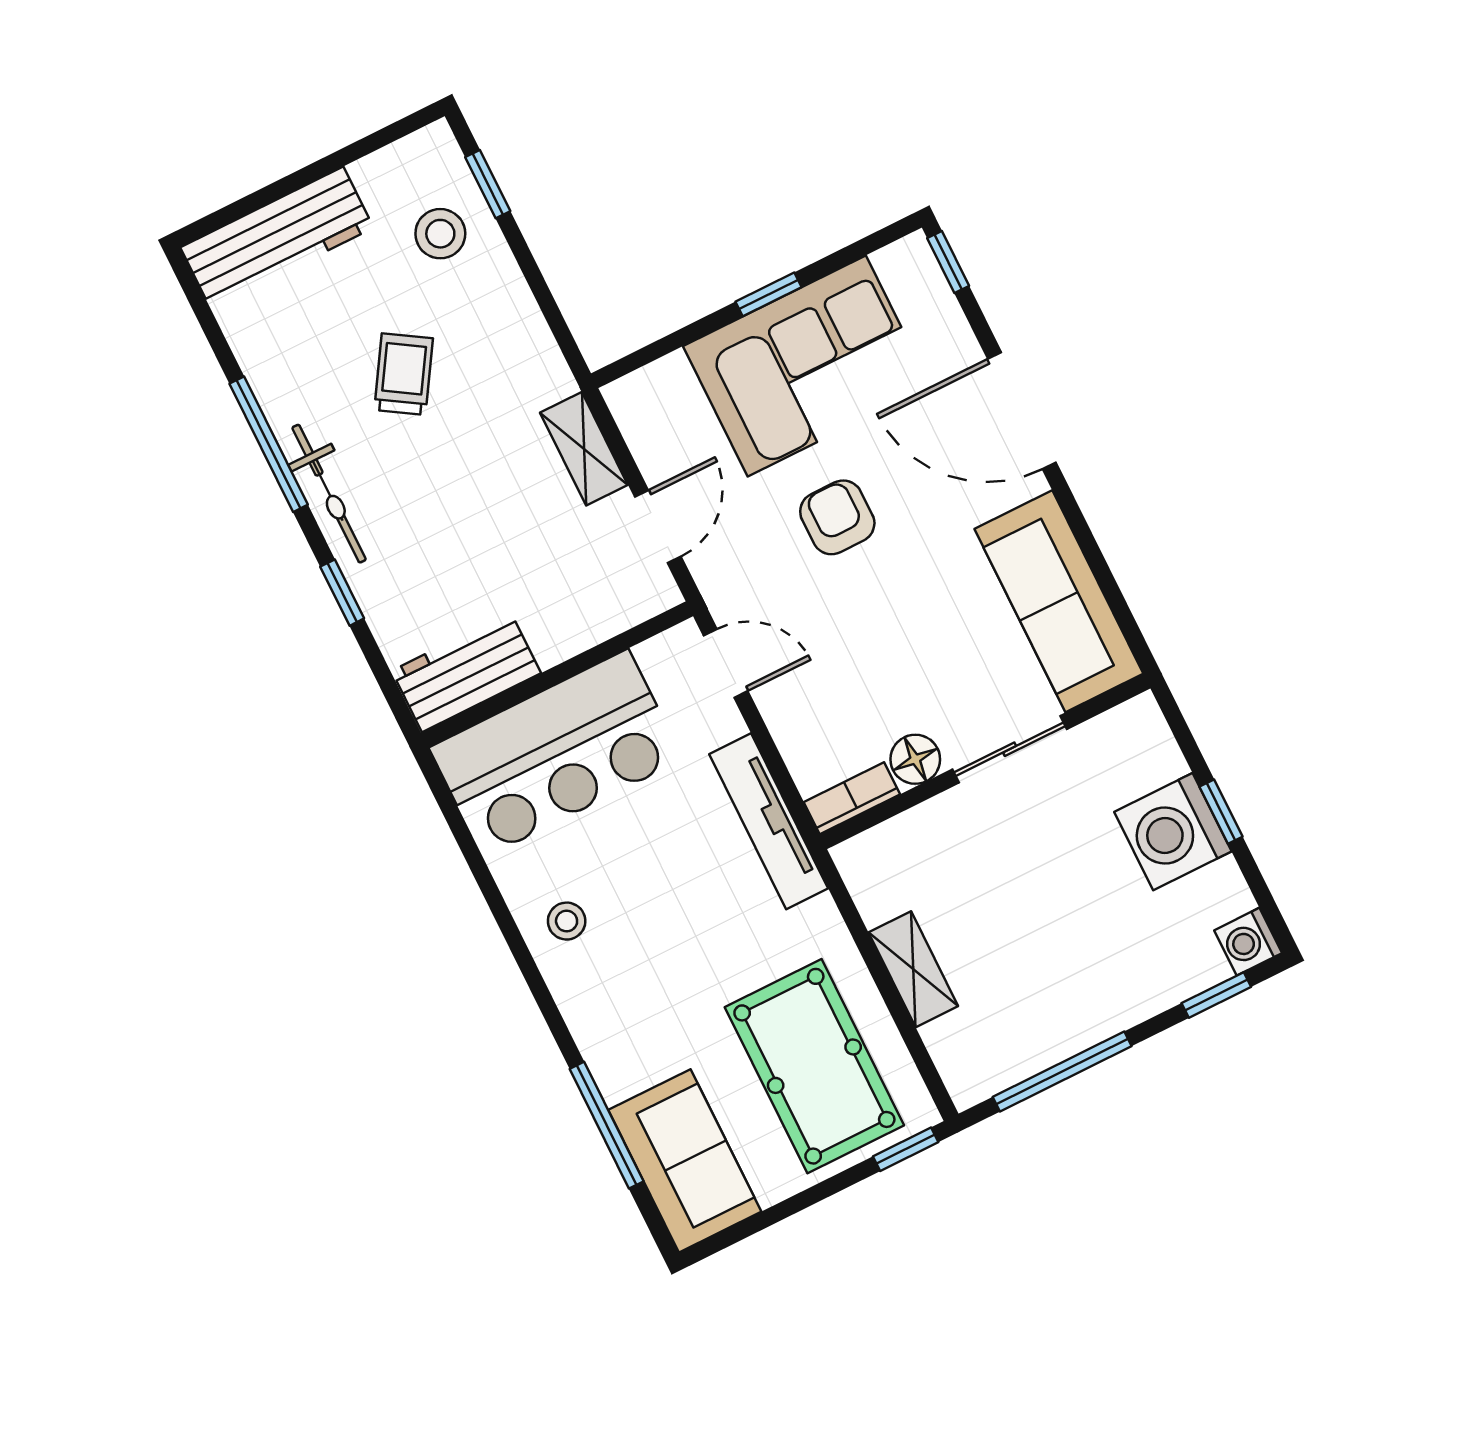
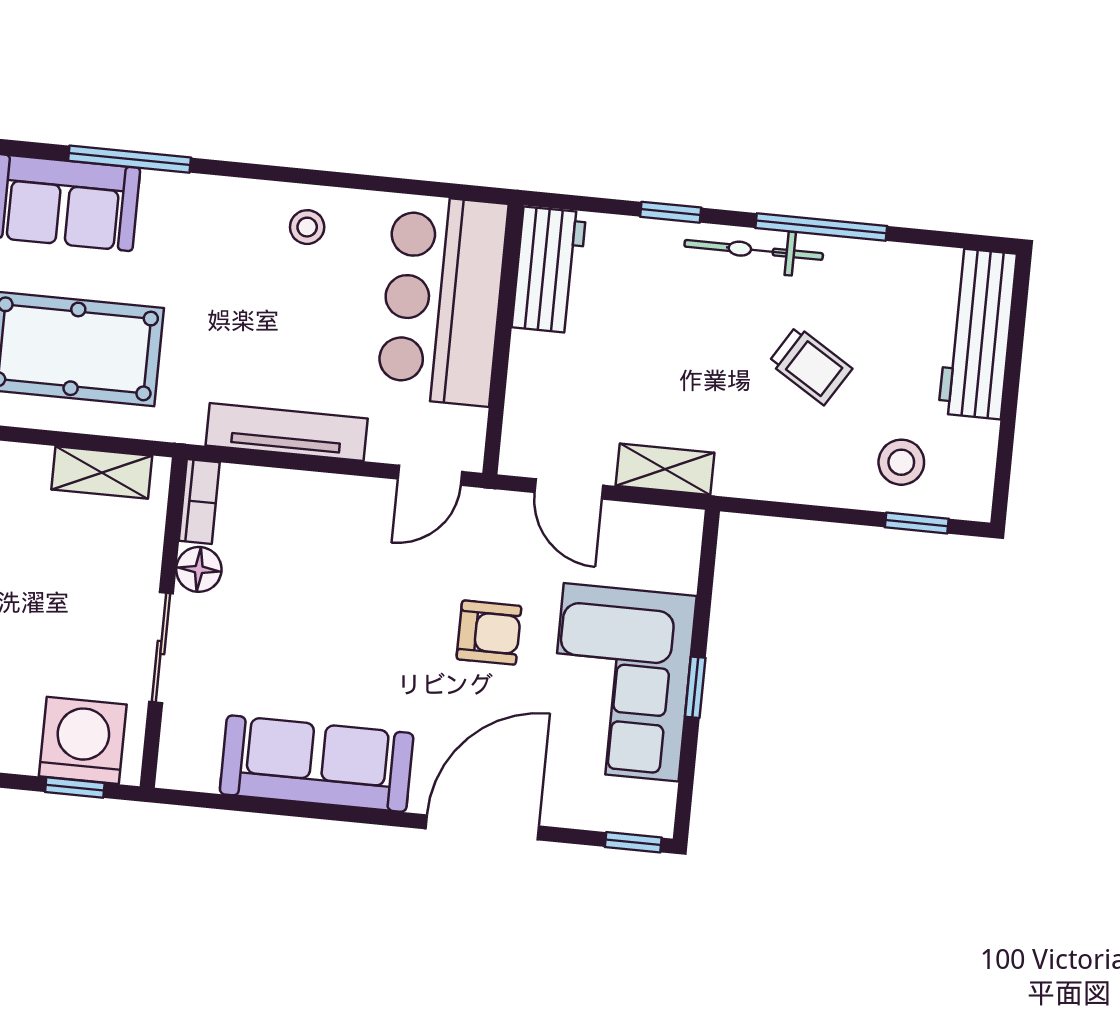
sliding door: (1010, 749) -> (161, 647), moved
floor lamp: (915, 759) -> (199, 569), moved
wall: (985, 761) -> (163, 623), moved
bookcase: (852, 798) -> (199, 501), moved

